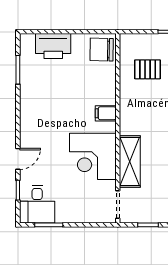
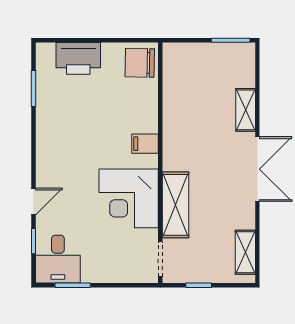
pallet: (148, 69) -> (198, 88), removed

